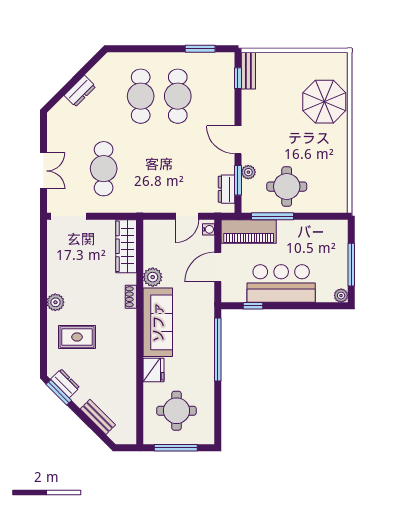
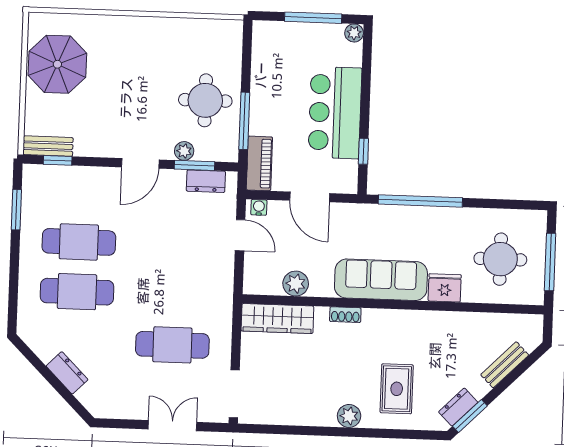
parasol: (324, 102) -> (57, 64), moved
piano: (249, 232) -> (259, 163), width x0.73, depth x0.75
plant: (153, 277) -> (296, 284), moved

